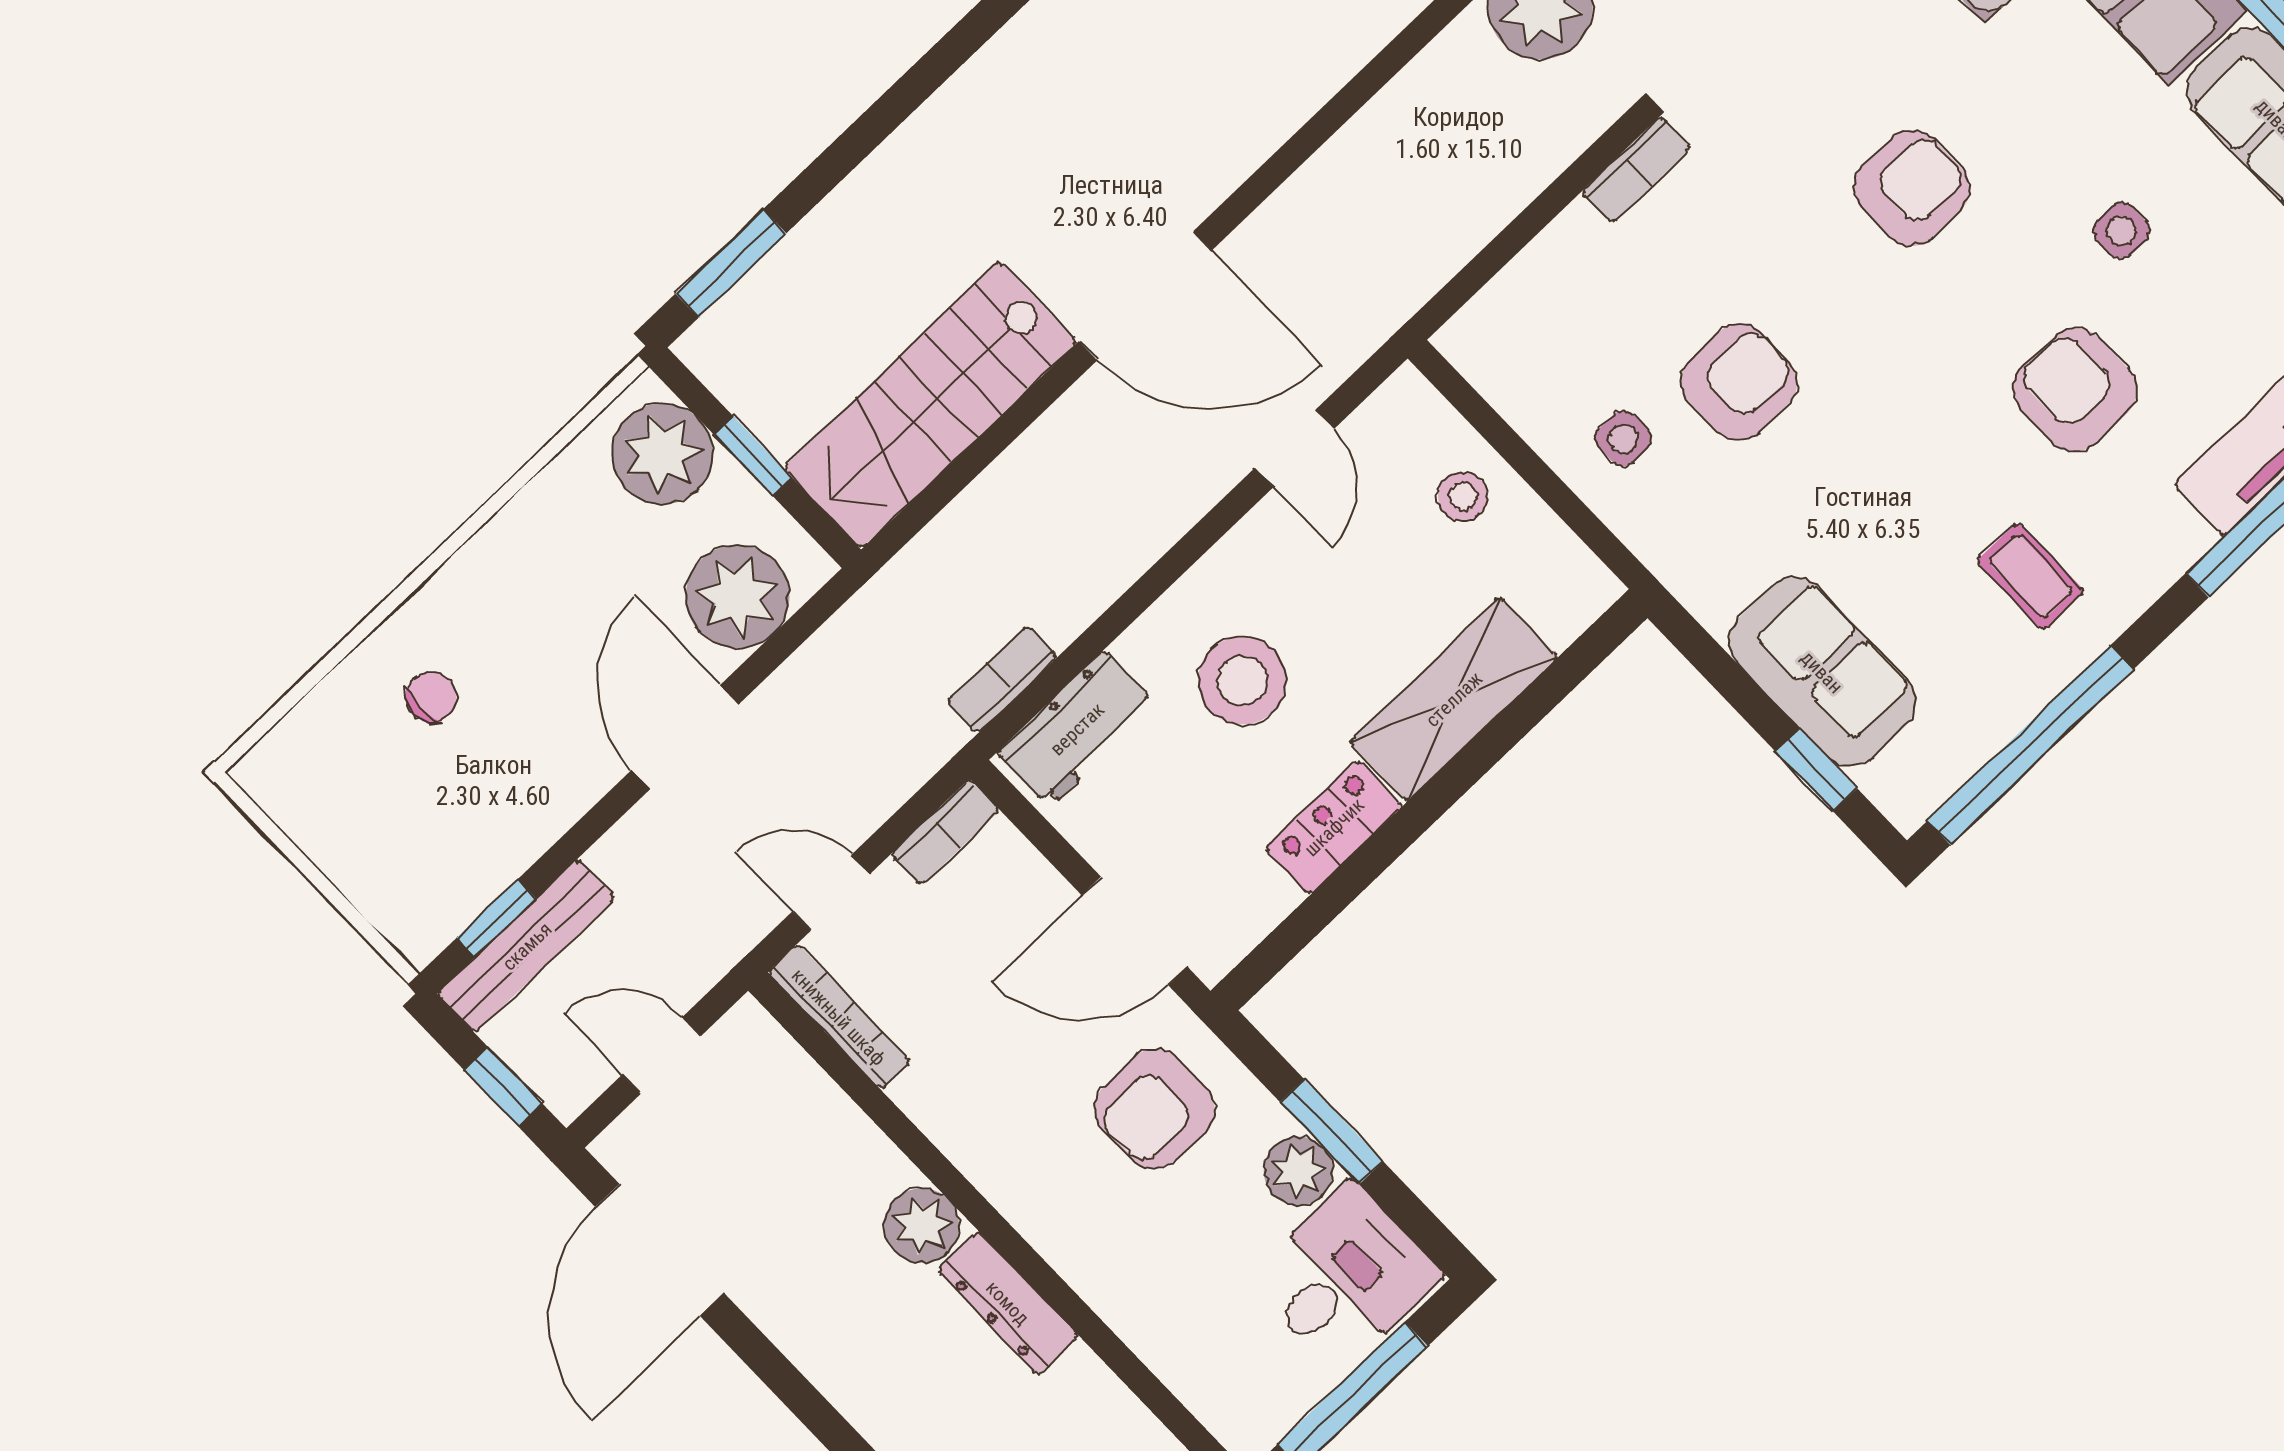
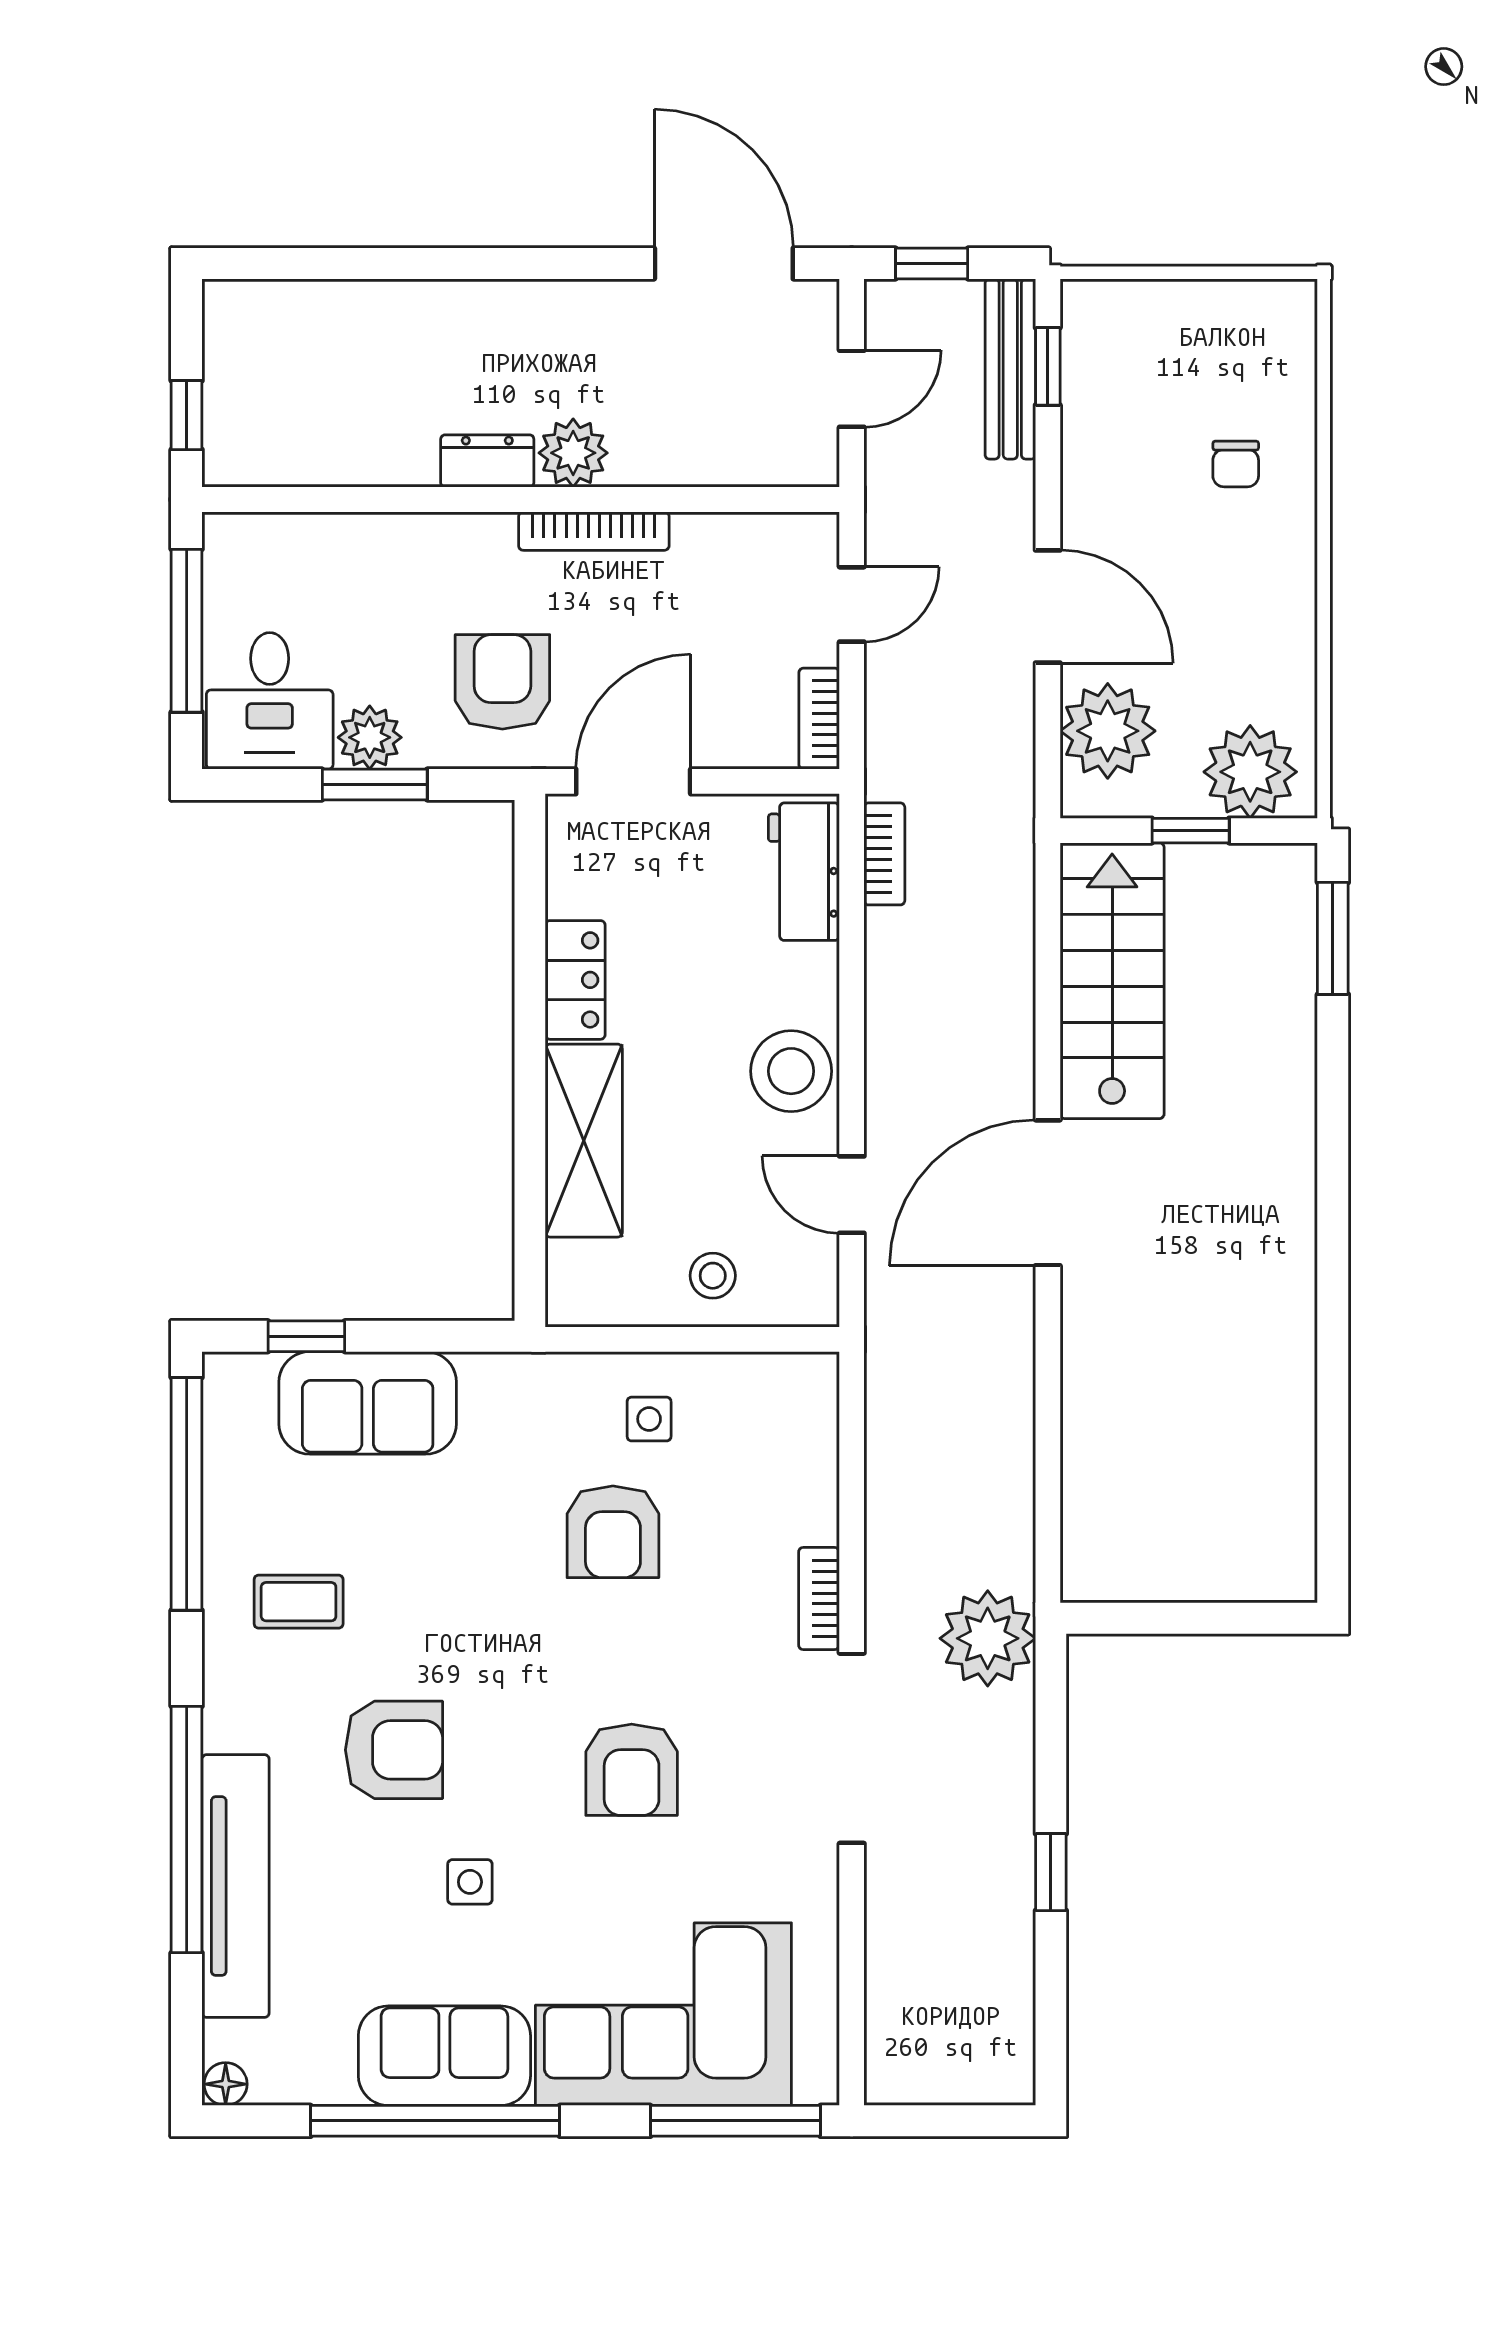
stool: (1242, 680) -> (791, 1071), moved
bookcase: (839, 1017) -> (594, 531), moved
dresser: (1008, 1303) -> (487, 461), width x0.70

